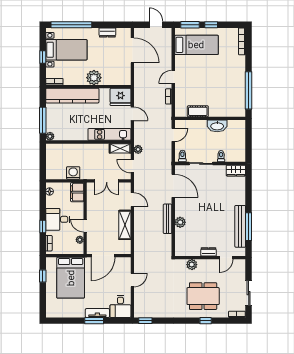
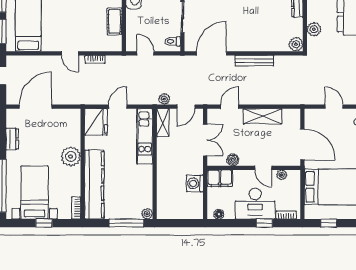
boiler: (91, 202) -> (233, 160), added
desk: (58, 219) -> (255, 204), width x1.37
plant: (180, 222) -> (296, 44), moved
door: (85, 226) -> (263, 168), hinge flipped

